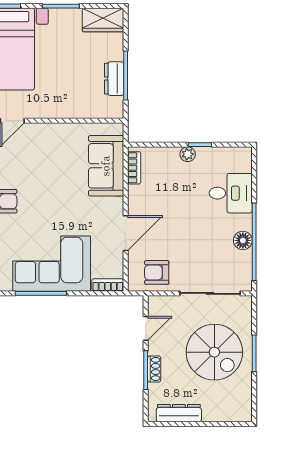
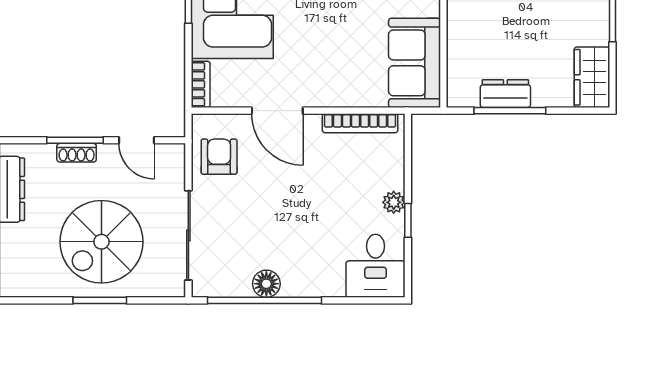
sofa: (106, 166) -> (415, 63), moved, turned -90
bookcase: (134, 168) -> (360, 123), width x1.56
desk: (231, 193) -> (376, 266), moved

